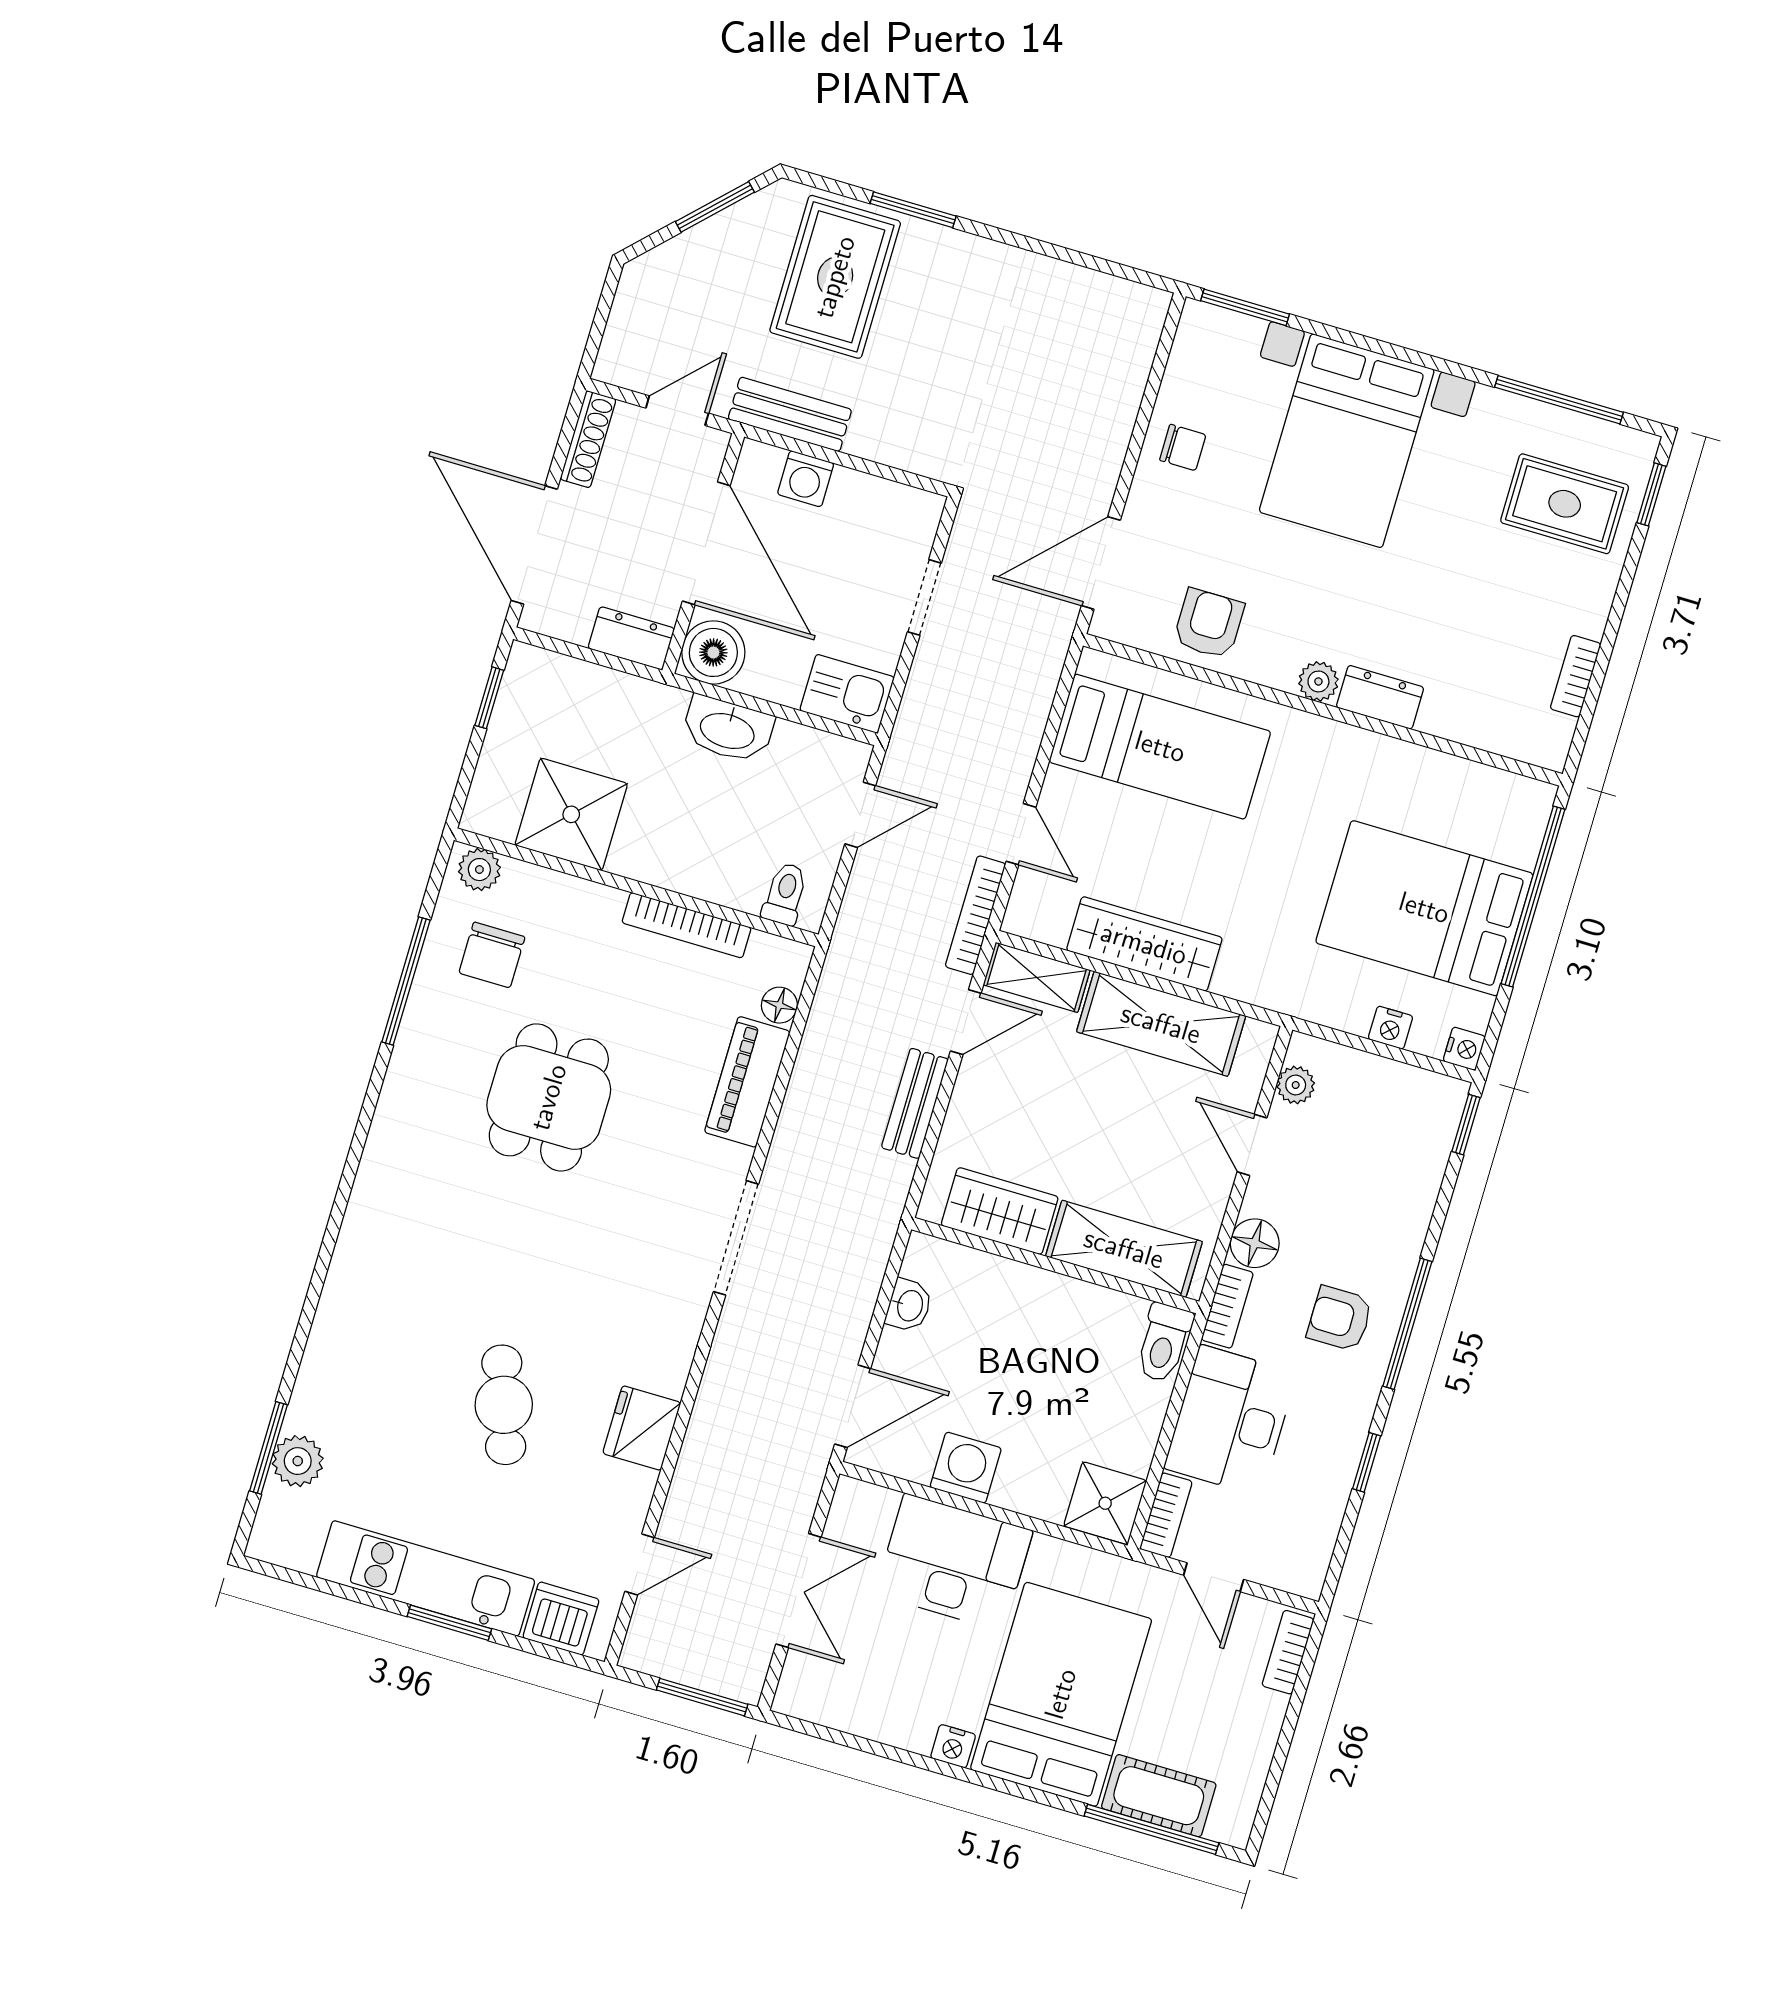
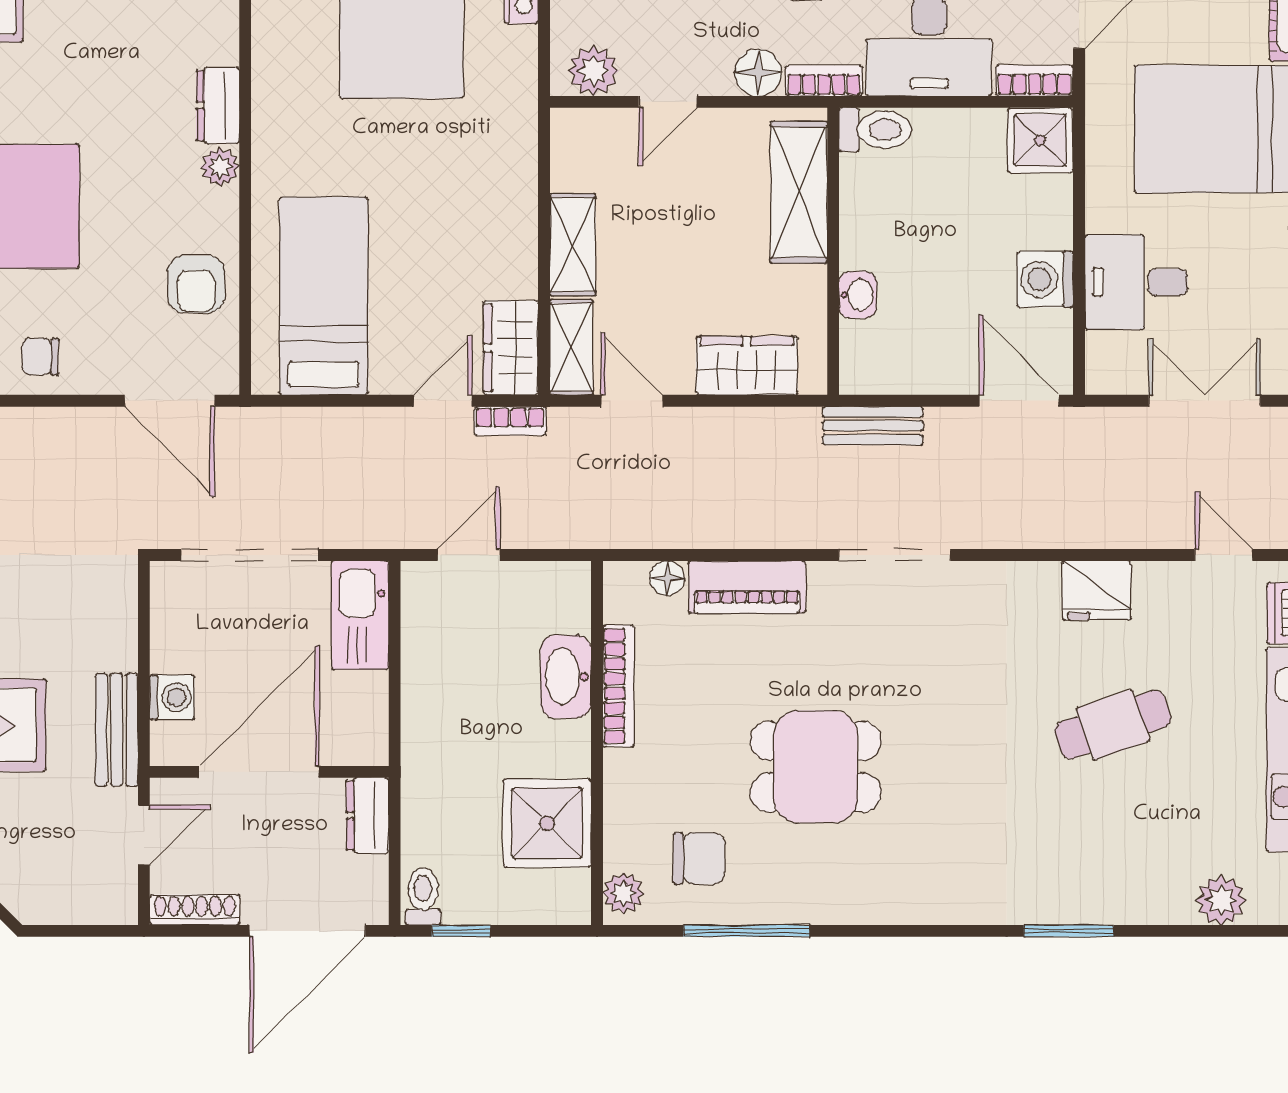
door: (677, 411) -> (144, 835), swing flipped
chair: (1183, 447) -> (40, 356), turned -90
doorway: (924, 597) -> (250, 555), width x1.88
armchair: (1209, 624) -> (196, 284), turned -90
boiler: (713, 652) -> (358, 736), removed
kitchen sink: (847, 694) -> (360, 615), width x1.38
washbasin: (728, 729) -> (566, 677), moved, turned 180
door: (860, 815) -> (469, 555), hinge flipped
toilet: (785, 894) -> (423, 896), moved, turned 90
bookcase: (975, 915) -> (510, 421), width x0.64
wardrobe: (1144, 944) -> (511, 348), moved, width x0.67
shelving: (1161, 1024) -> (573, 245), width x0.67, depth x0.75
plant: (1296, 1085) -> (593, 71), width x1.38, depth x1.38
bench: (915, 1103) -> (873, 426), moved
wardrobe: (1000, 1211) -> (747, 366), moved, turned 90
washbasin: (909, 1305) -> (858, 295), moved, turned 90
window: (268, 1448) -> (1069, 931), moved
desk: (954, 1562) -> (1136, 282), width x0.73

